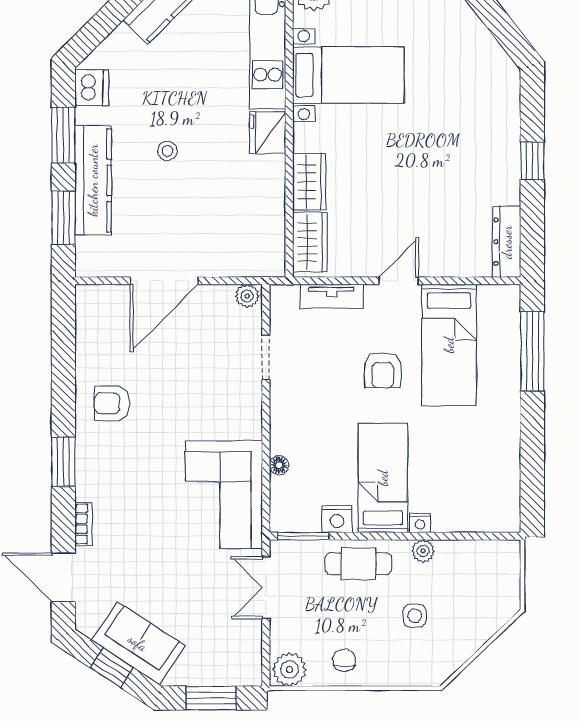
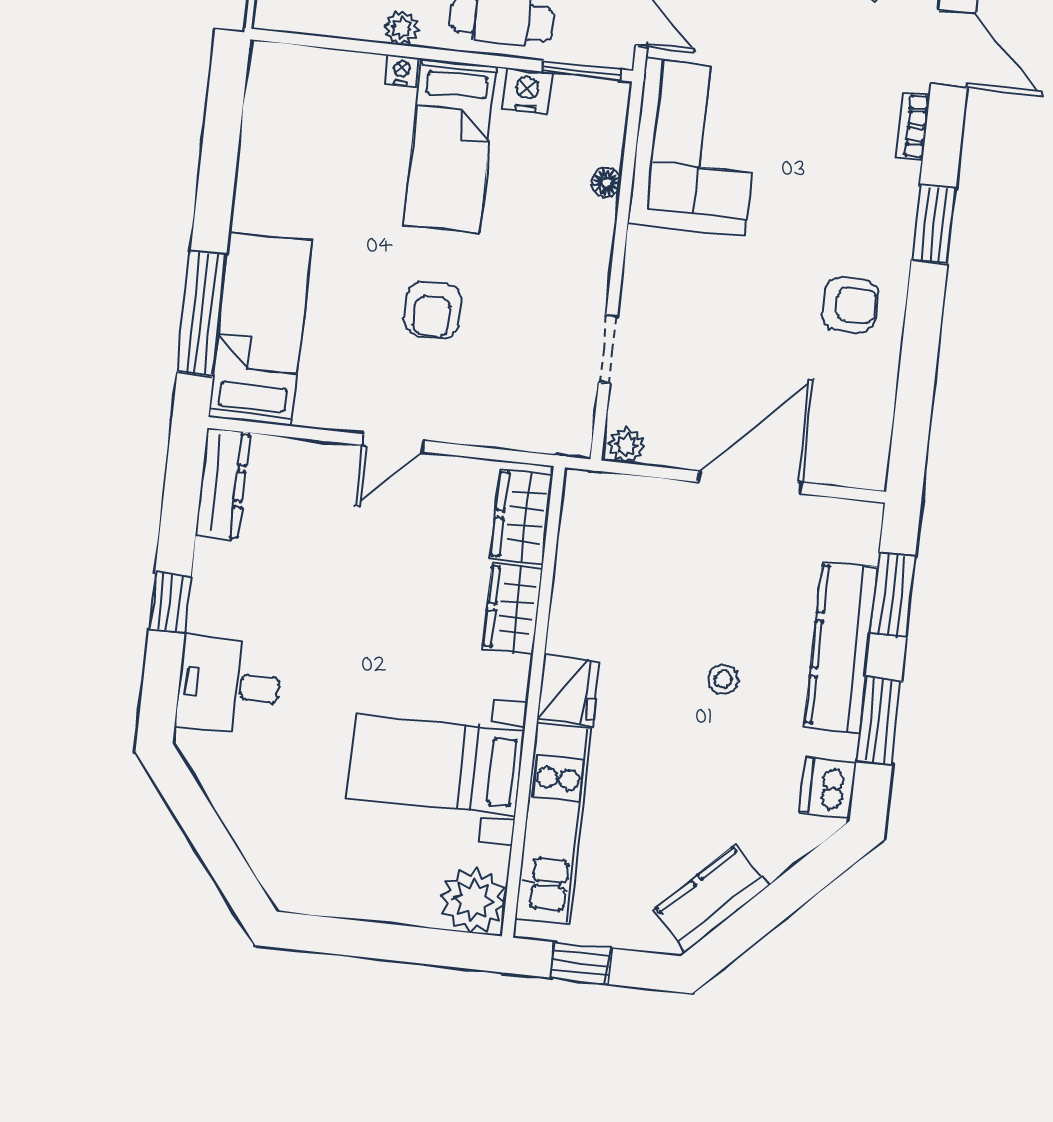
desk: (488, 112) -> (229, 685), added
tv unit: (332, 296) -> (498, 431), removed
bed: (449, 345) -> (260, 329), moved
armchair: (383, 370) -> (432, 310), turned 180

